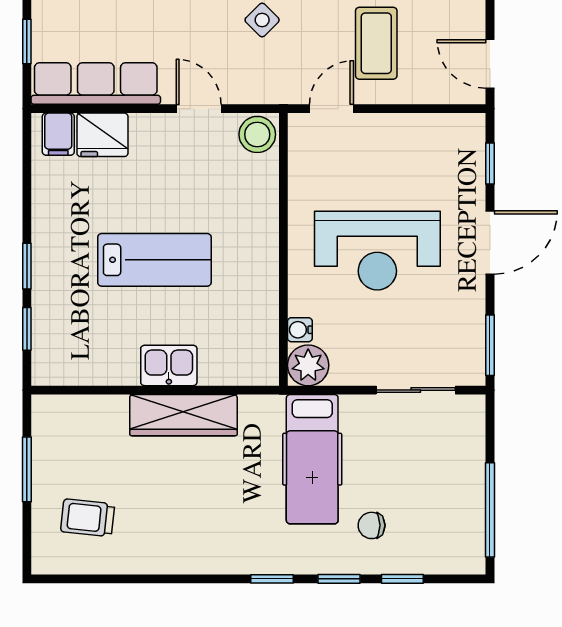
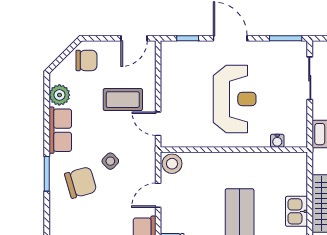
plant: (308, 365) -> (296, 136), removed

